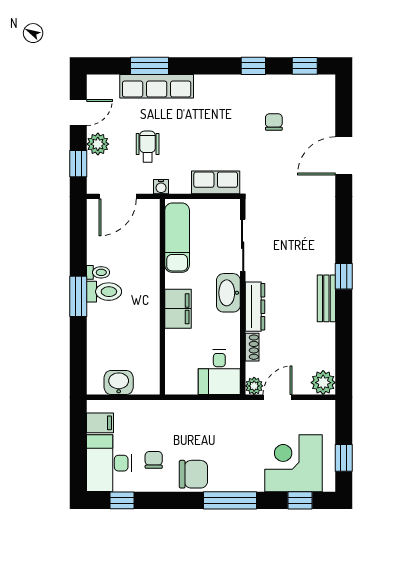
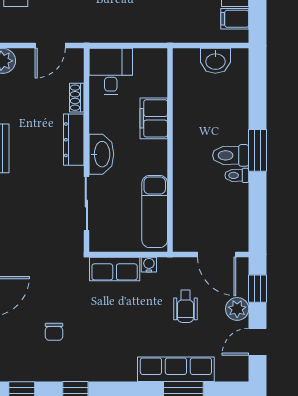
water cooler: (161, 187) -> (149, 265), moved
door: (118, 196) -> (217, 254), swing flipped
filing cabinet: (178, 309) -> (154, 118), moved
plant: (254, 386) -> (75, 57), removed

